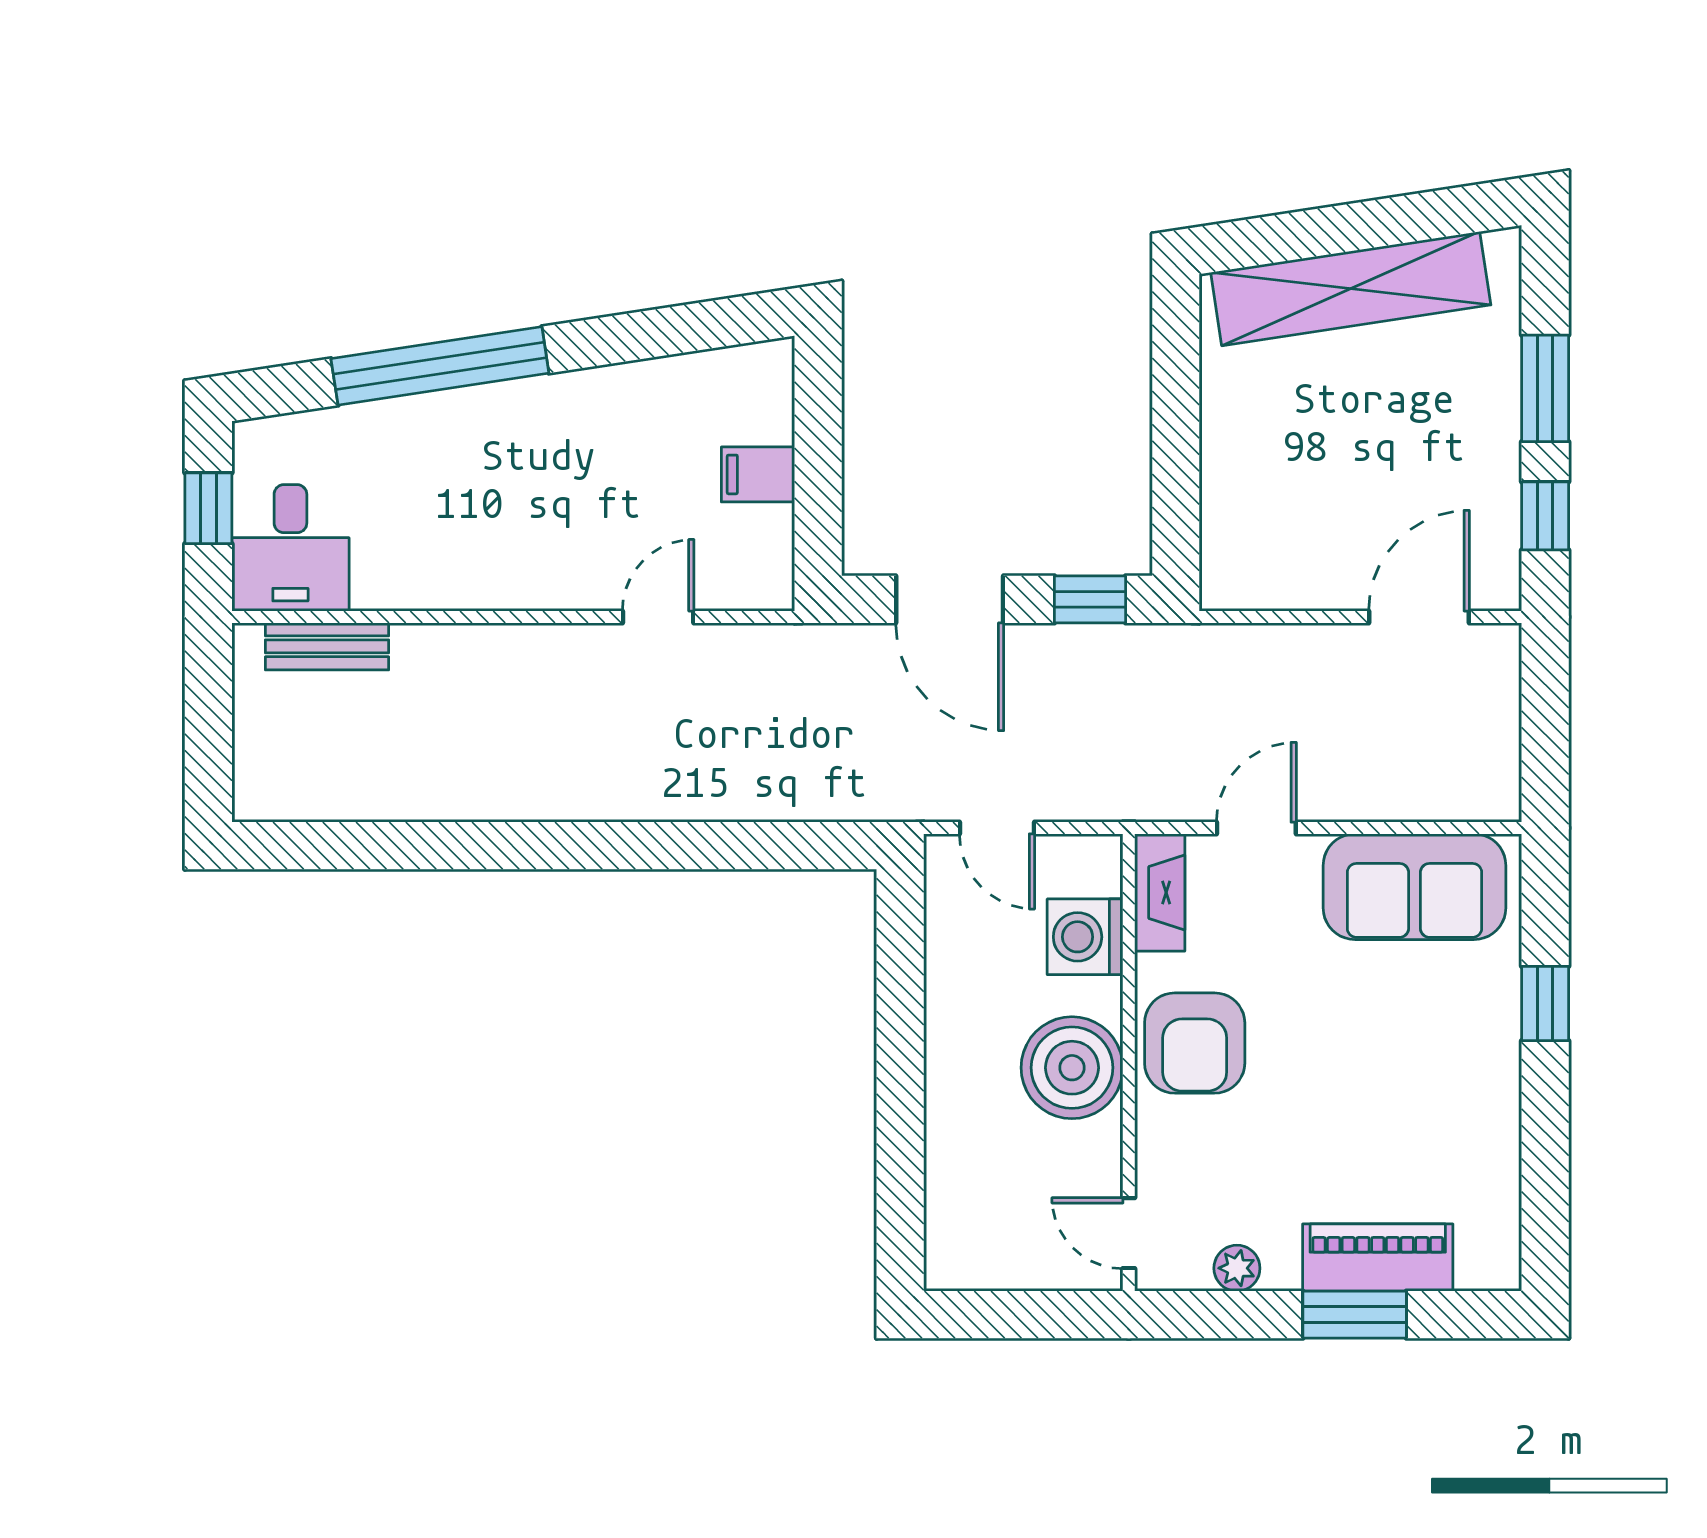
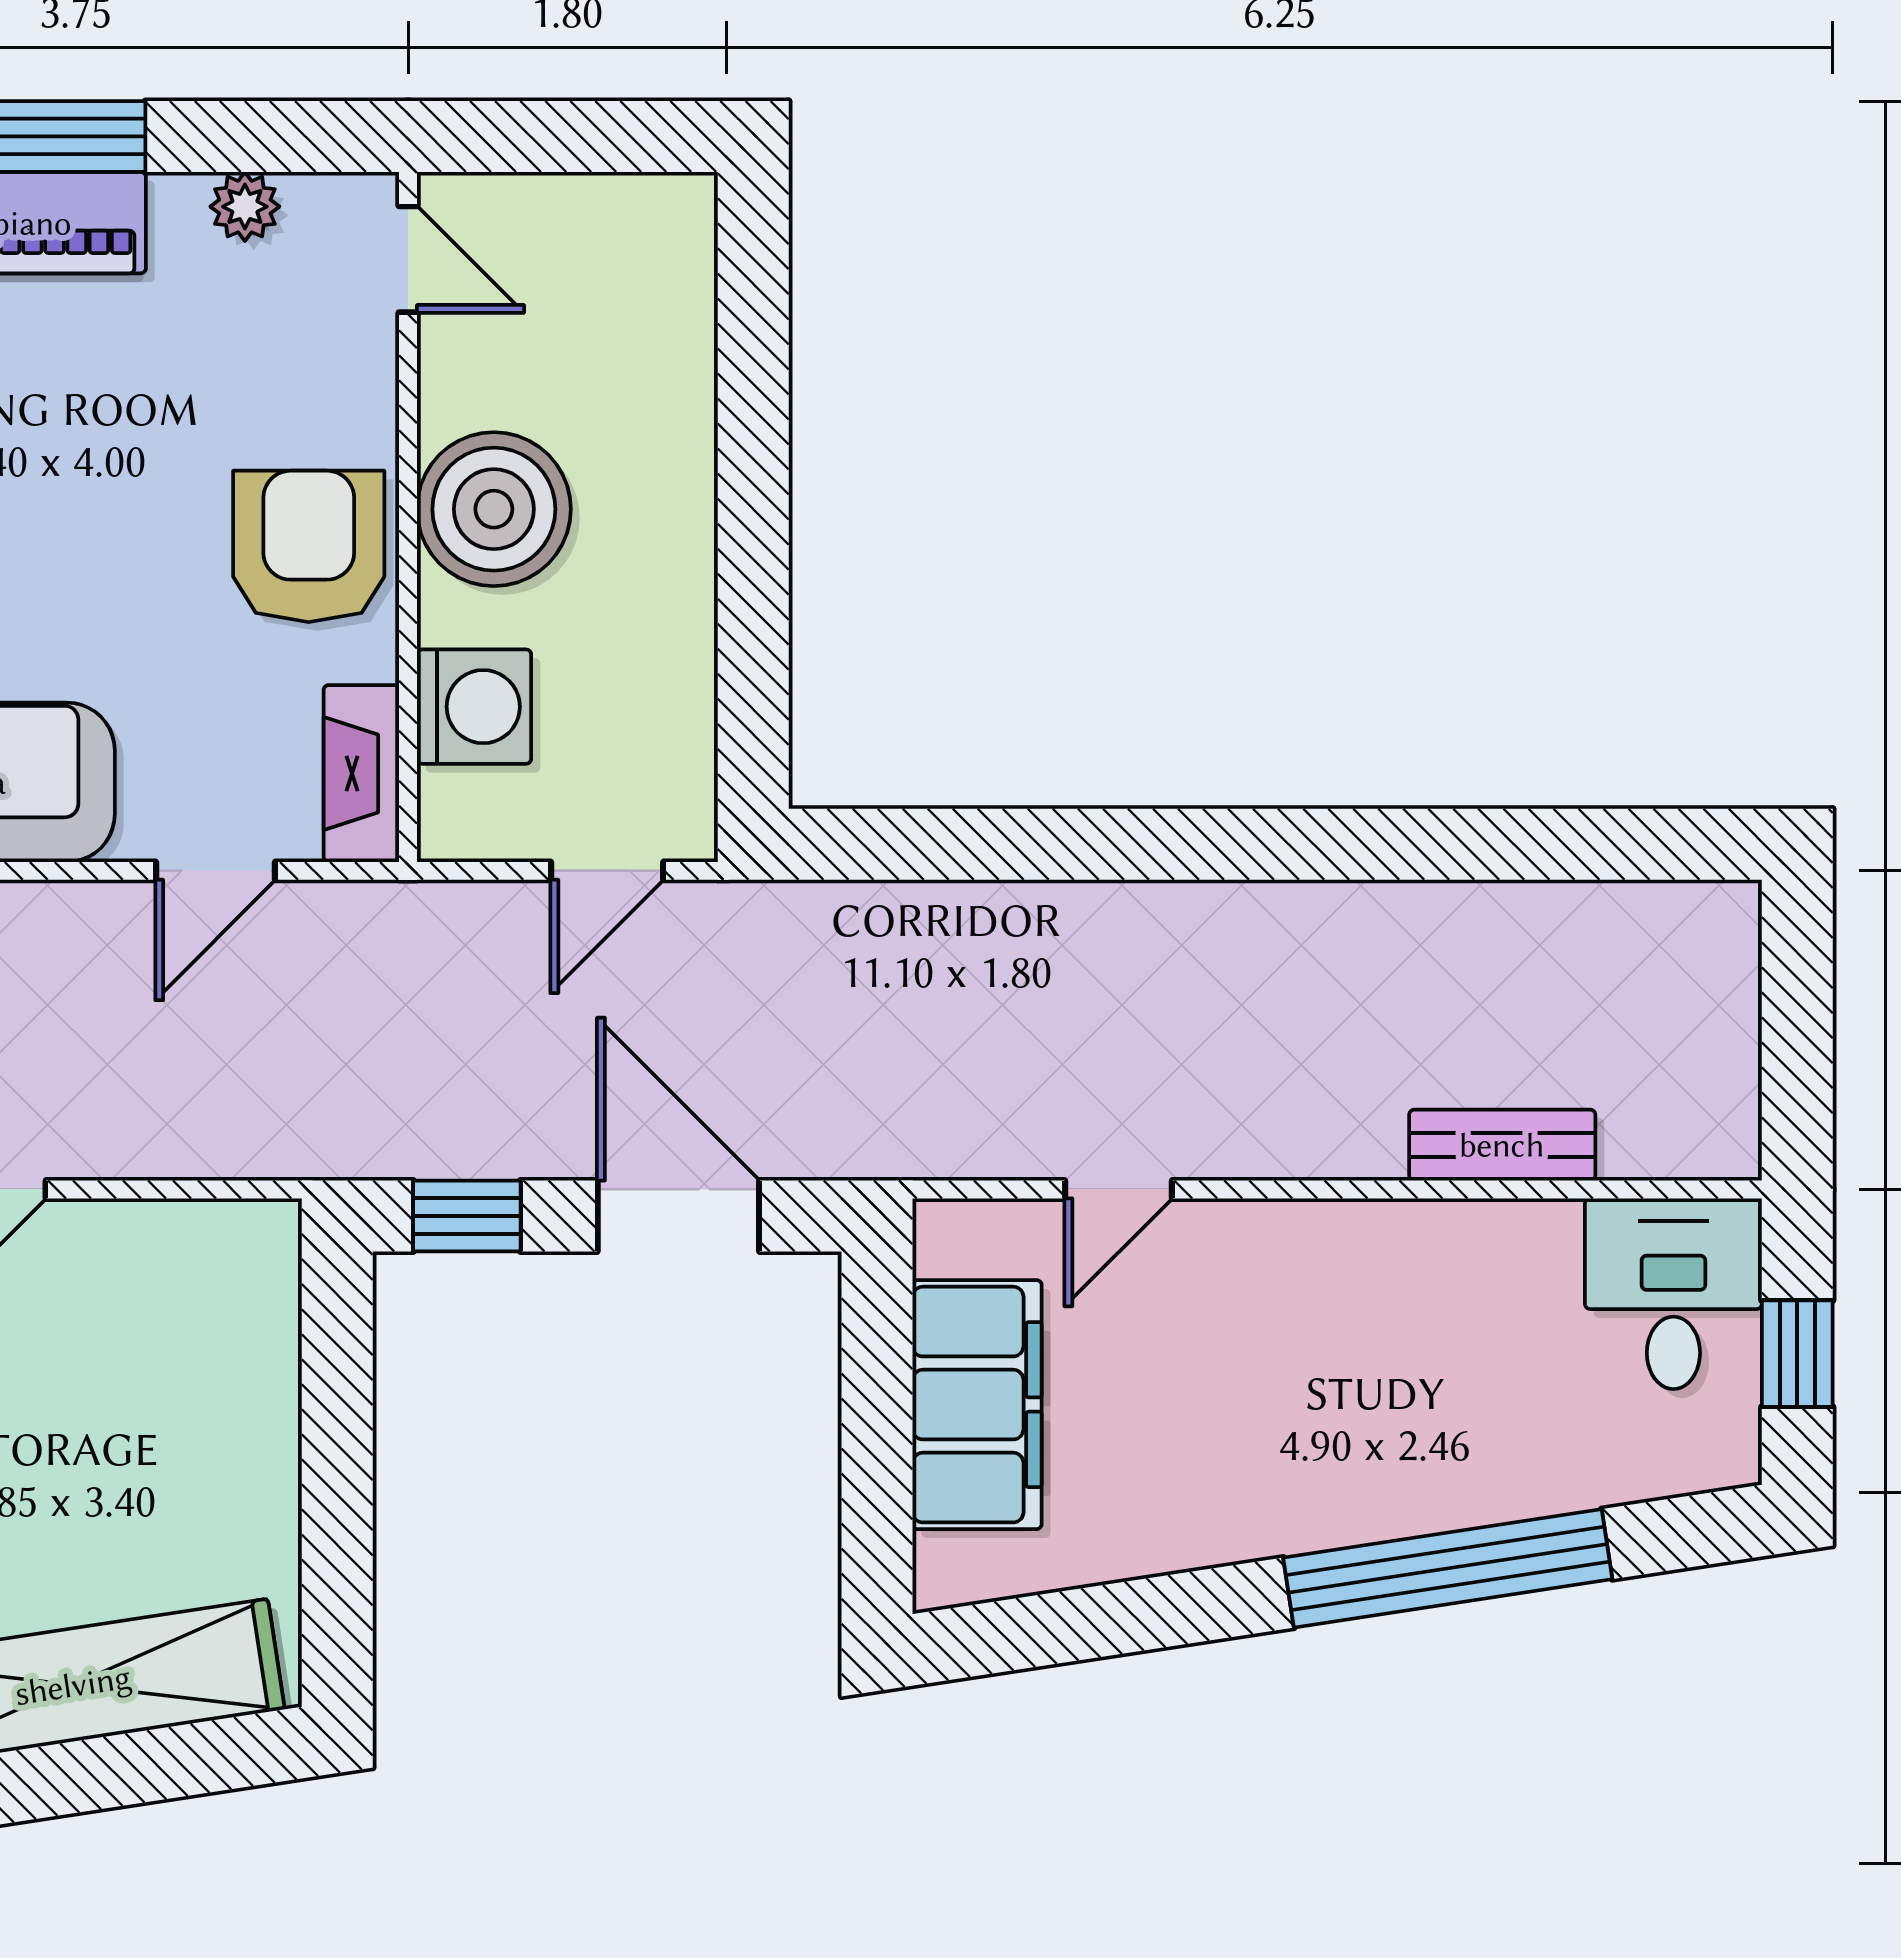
filing cabinet: (758, 474) -> (977, 1405), width x3.00, depth x1.17
bench: (327, 646) -> (1502, 1145), moved
door: (997, 828) -> (607, 871), swing flipped

